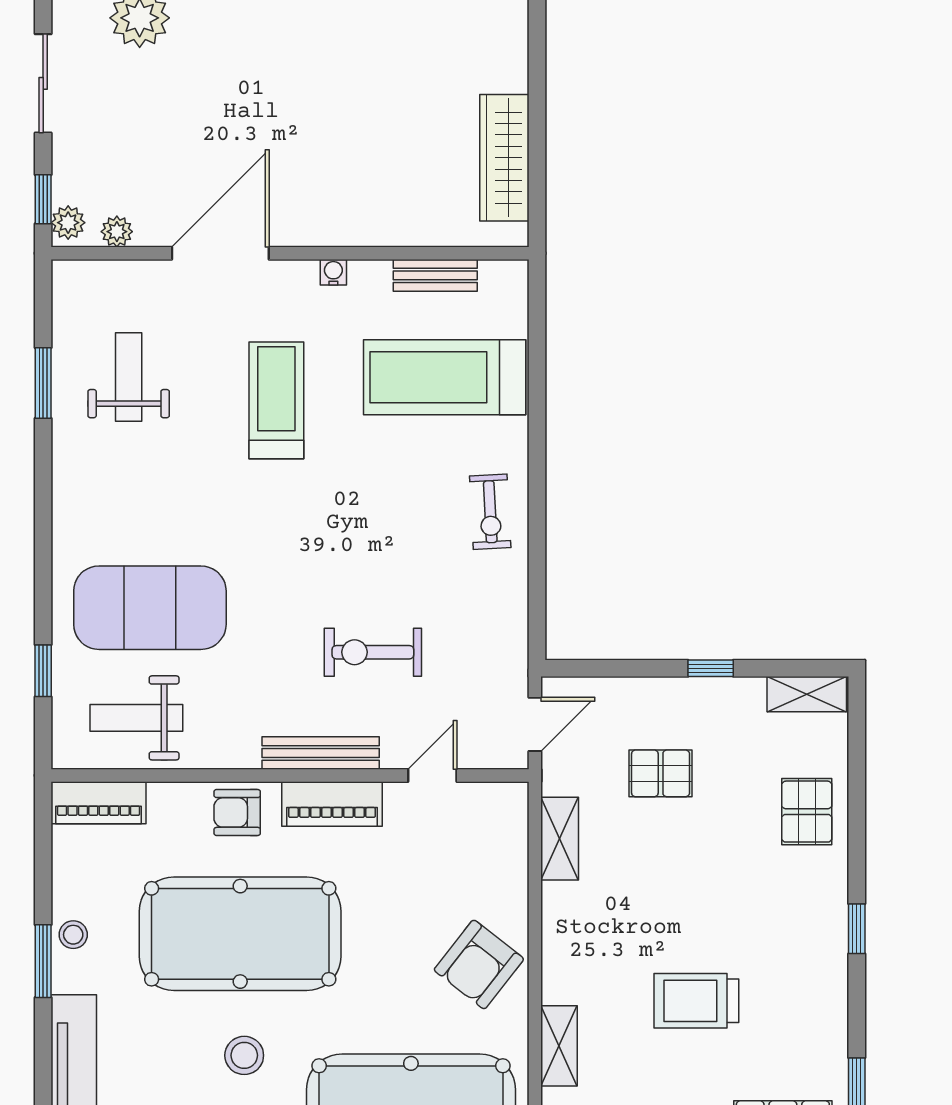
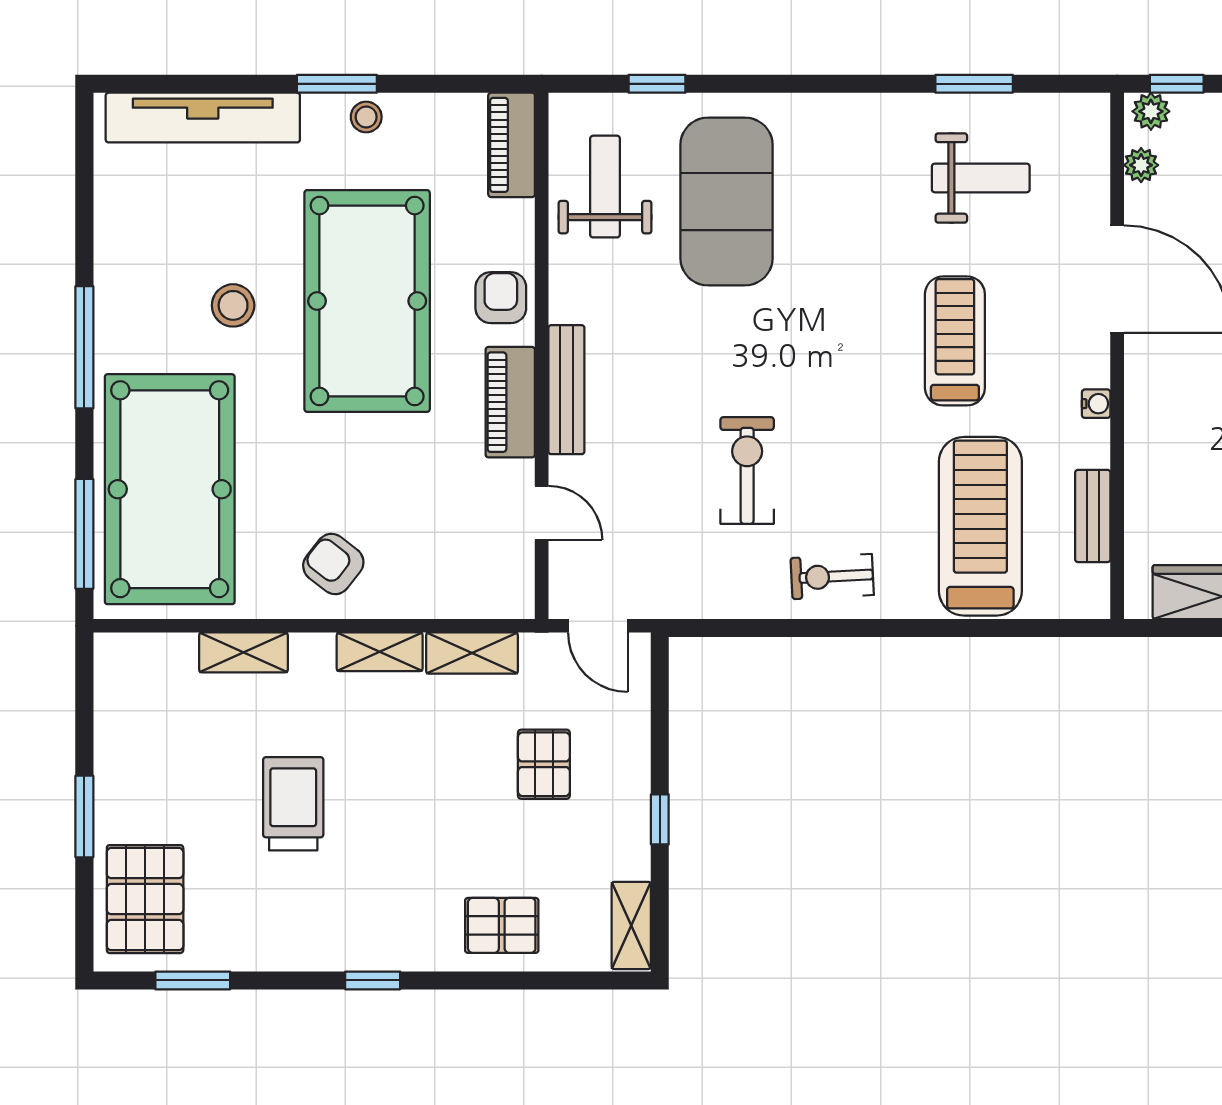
treadmill: (276, 400) -> (955, 341), turned -90
exercise bike: (373, 652) -> (747, 470), moved
shelving: (559, 922) -> (380, 652), added
armchair: (479, 964) -> (333, 564), width x0.72, depth x0.72

